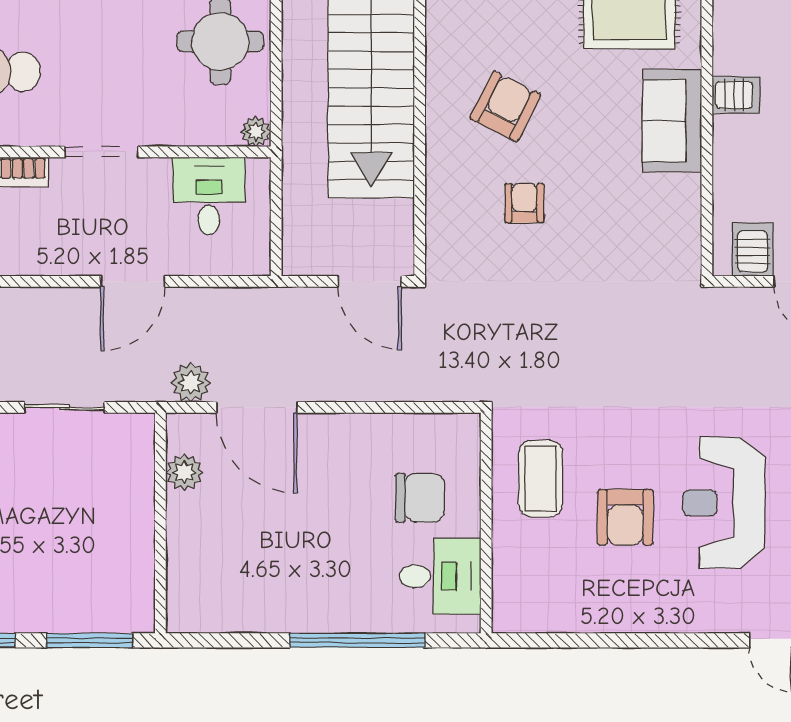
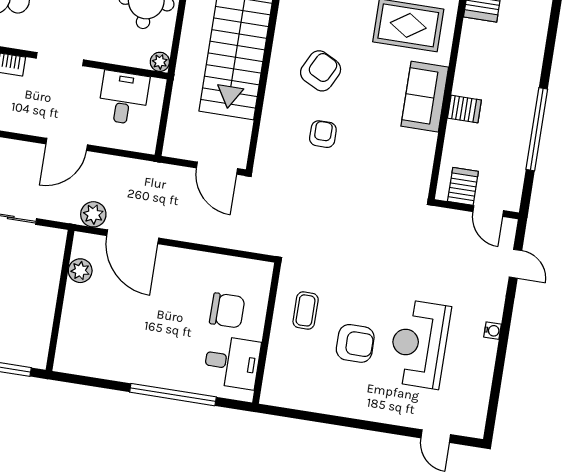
server rack: (736, 95) -> (464, 109), moved
coffee table: (541, 479) -> (306, 310), width x0.73, depth x0.77
armchair: (625, 517) -> (355, 343), turned -90

